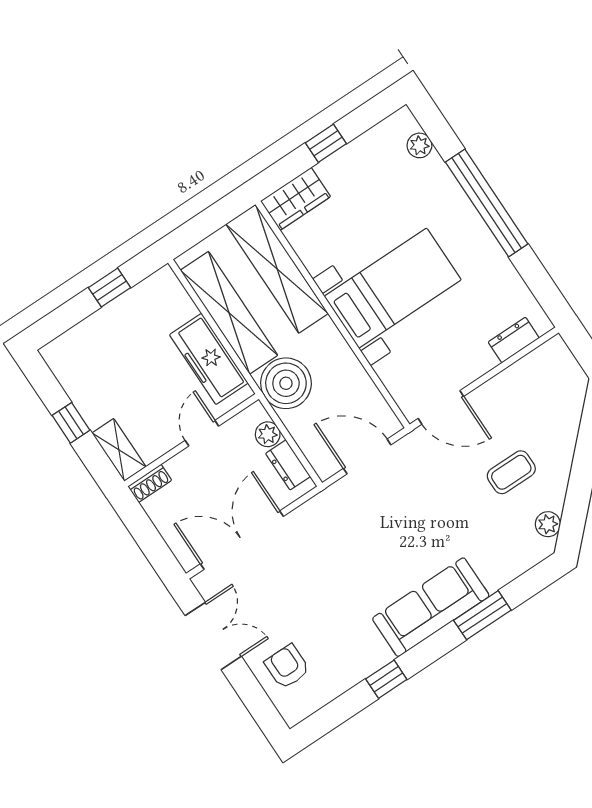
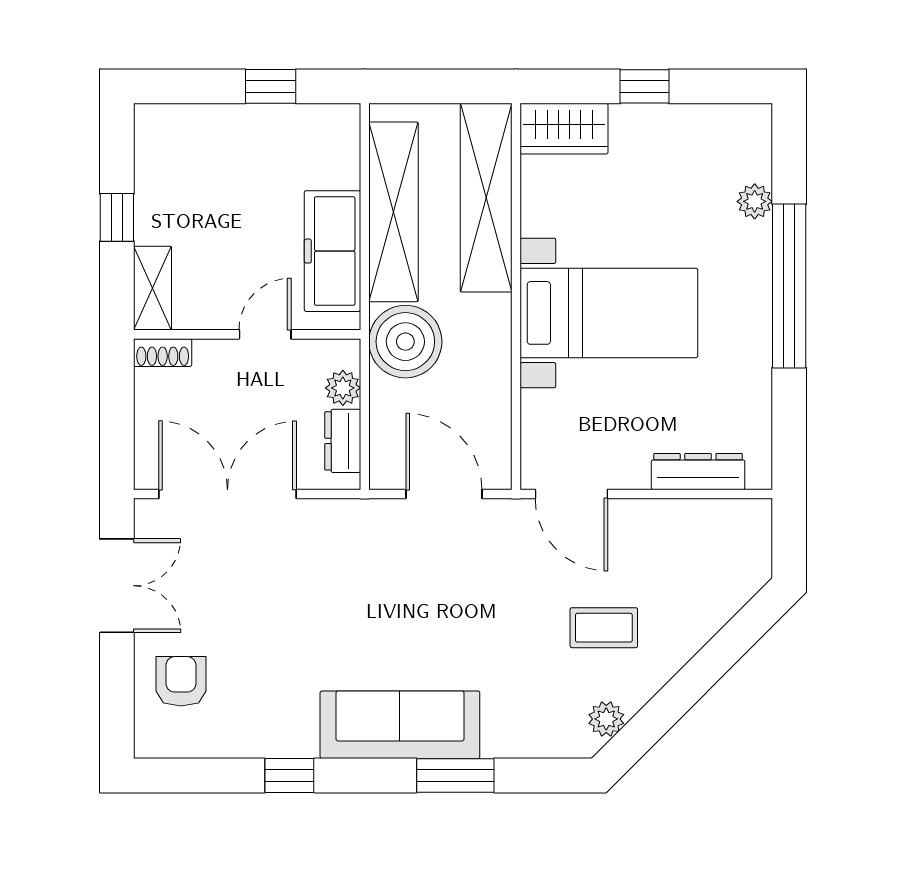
plant: (419, 145) -> (755, 201), moved
dresser: (514, 340) -> (698, 472), width x1.44

